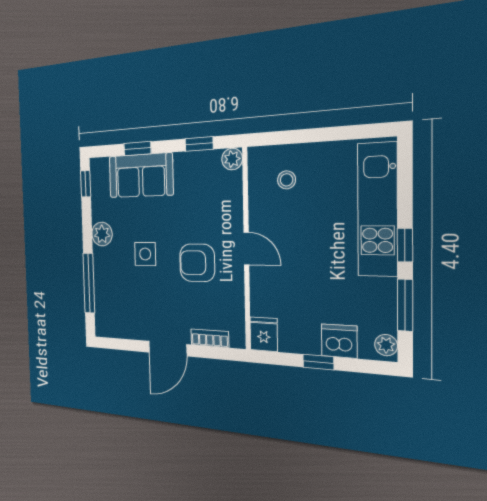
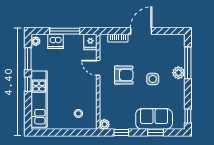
plant: (102, 234) -> (178, 73), moved
door: (246, 249) -> (98, 68), moved
window: (318, 362) -> (65, 31), width x2.17

